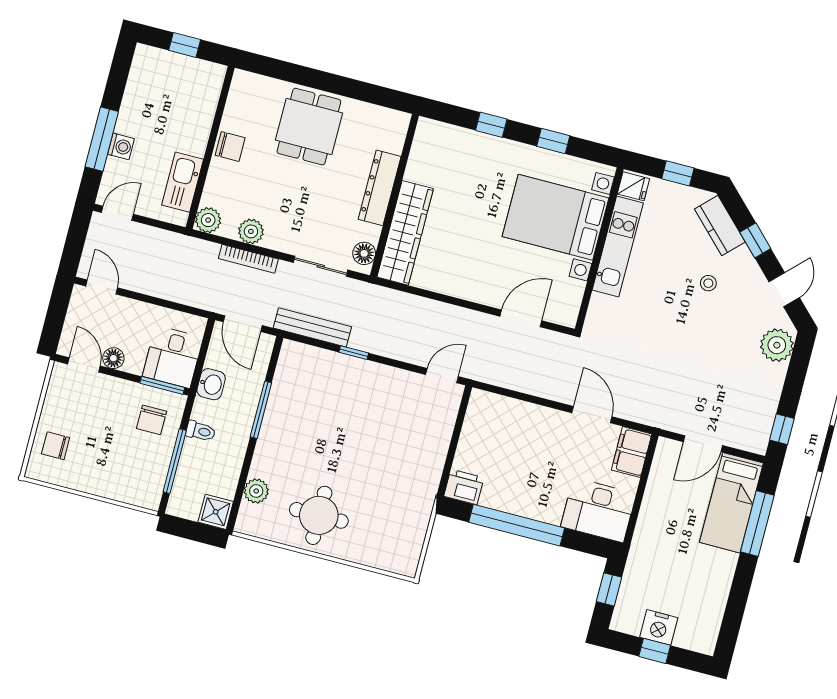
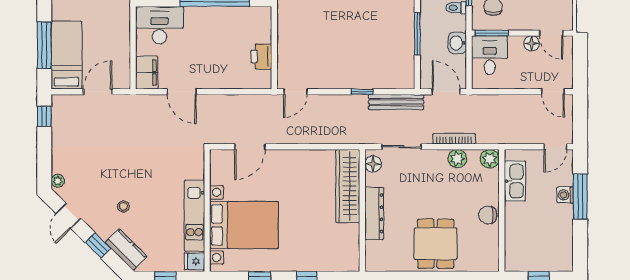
plant: (777, 345) -> (58, 181), width x0.53, depth x0.53
printer: (464, 487) -> (261, 57), moved, turned 90

